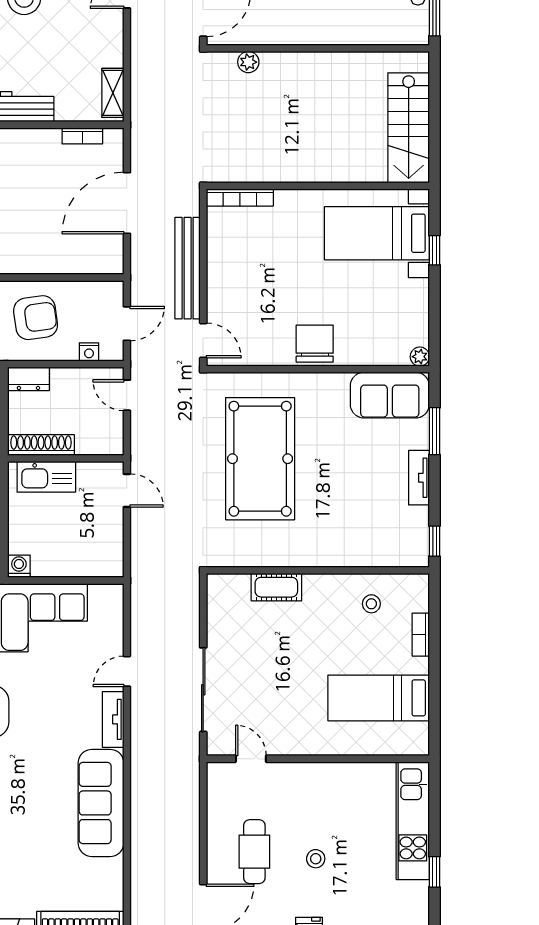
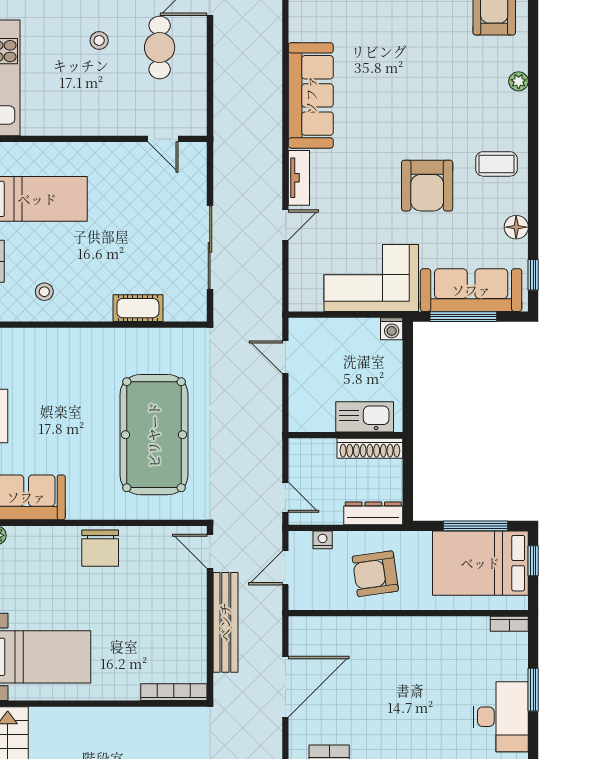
dresser: (28, 379) -> (373, 513), width x1.44
door: (127, 491) -> (285, 357), moved
sliding door: (203, 690) -> (210, 247), moved

